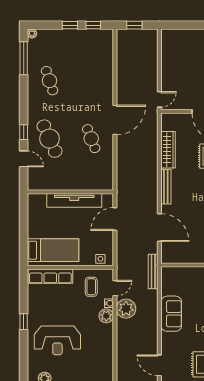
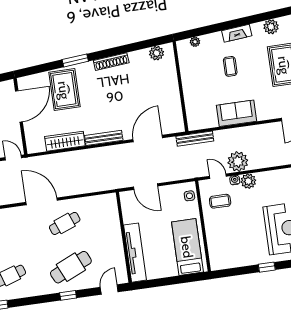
door: (24, 159) -> (109, 289), moved
tv unit: (74, 200) -> (135, 253), moved
row of seats: (50, 276) -> (215, 246), removed

